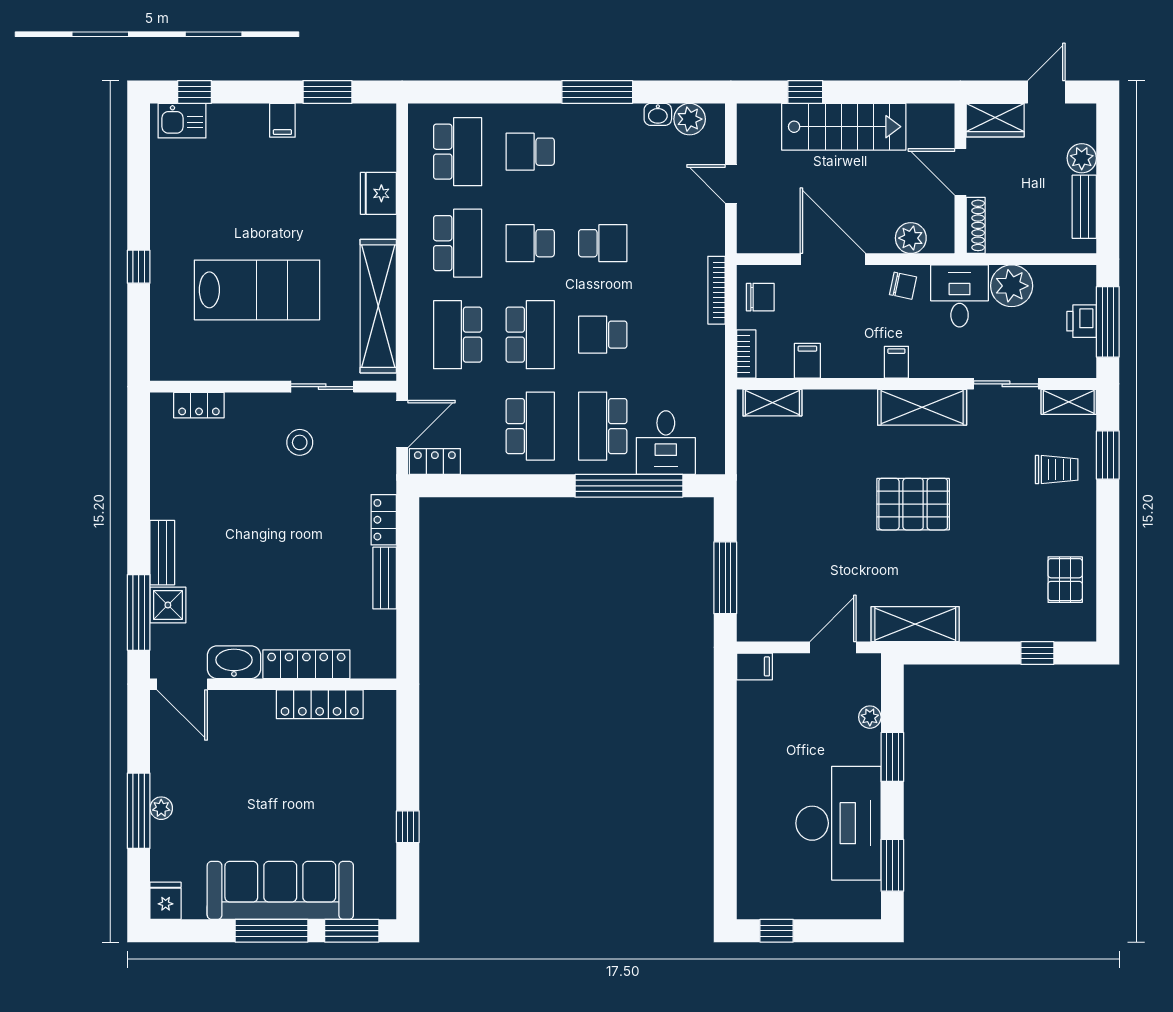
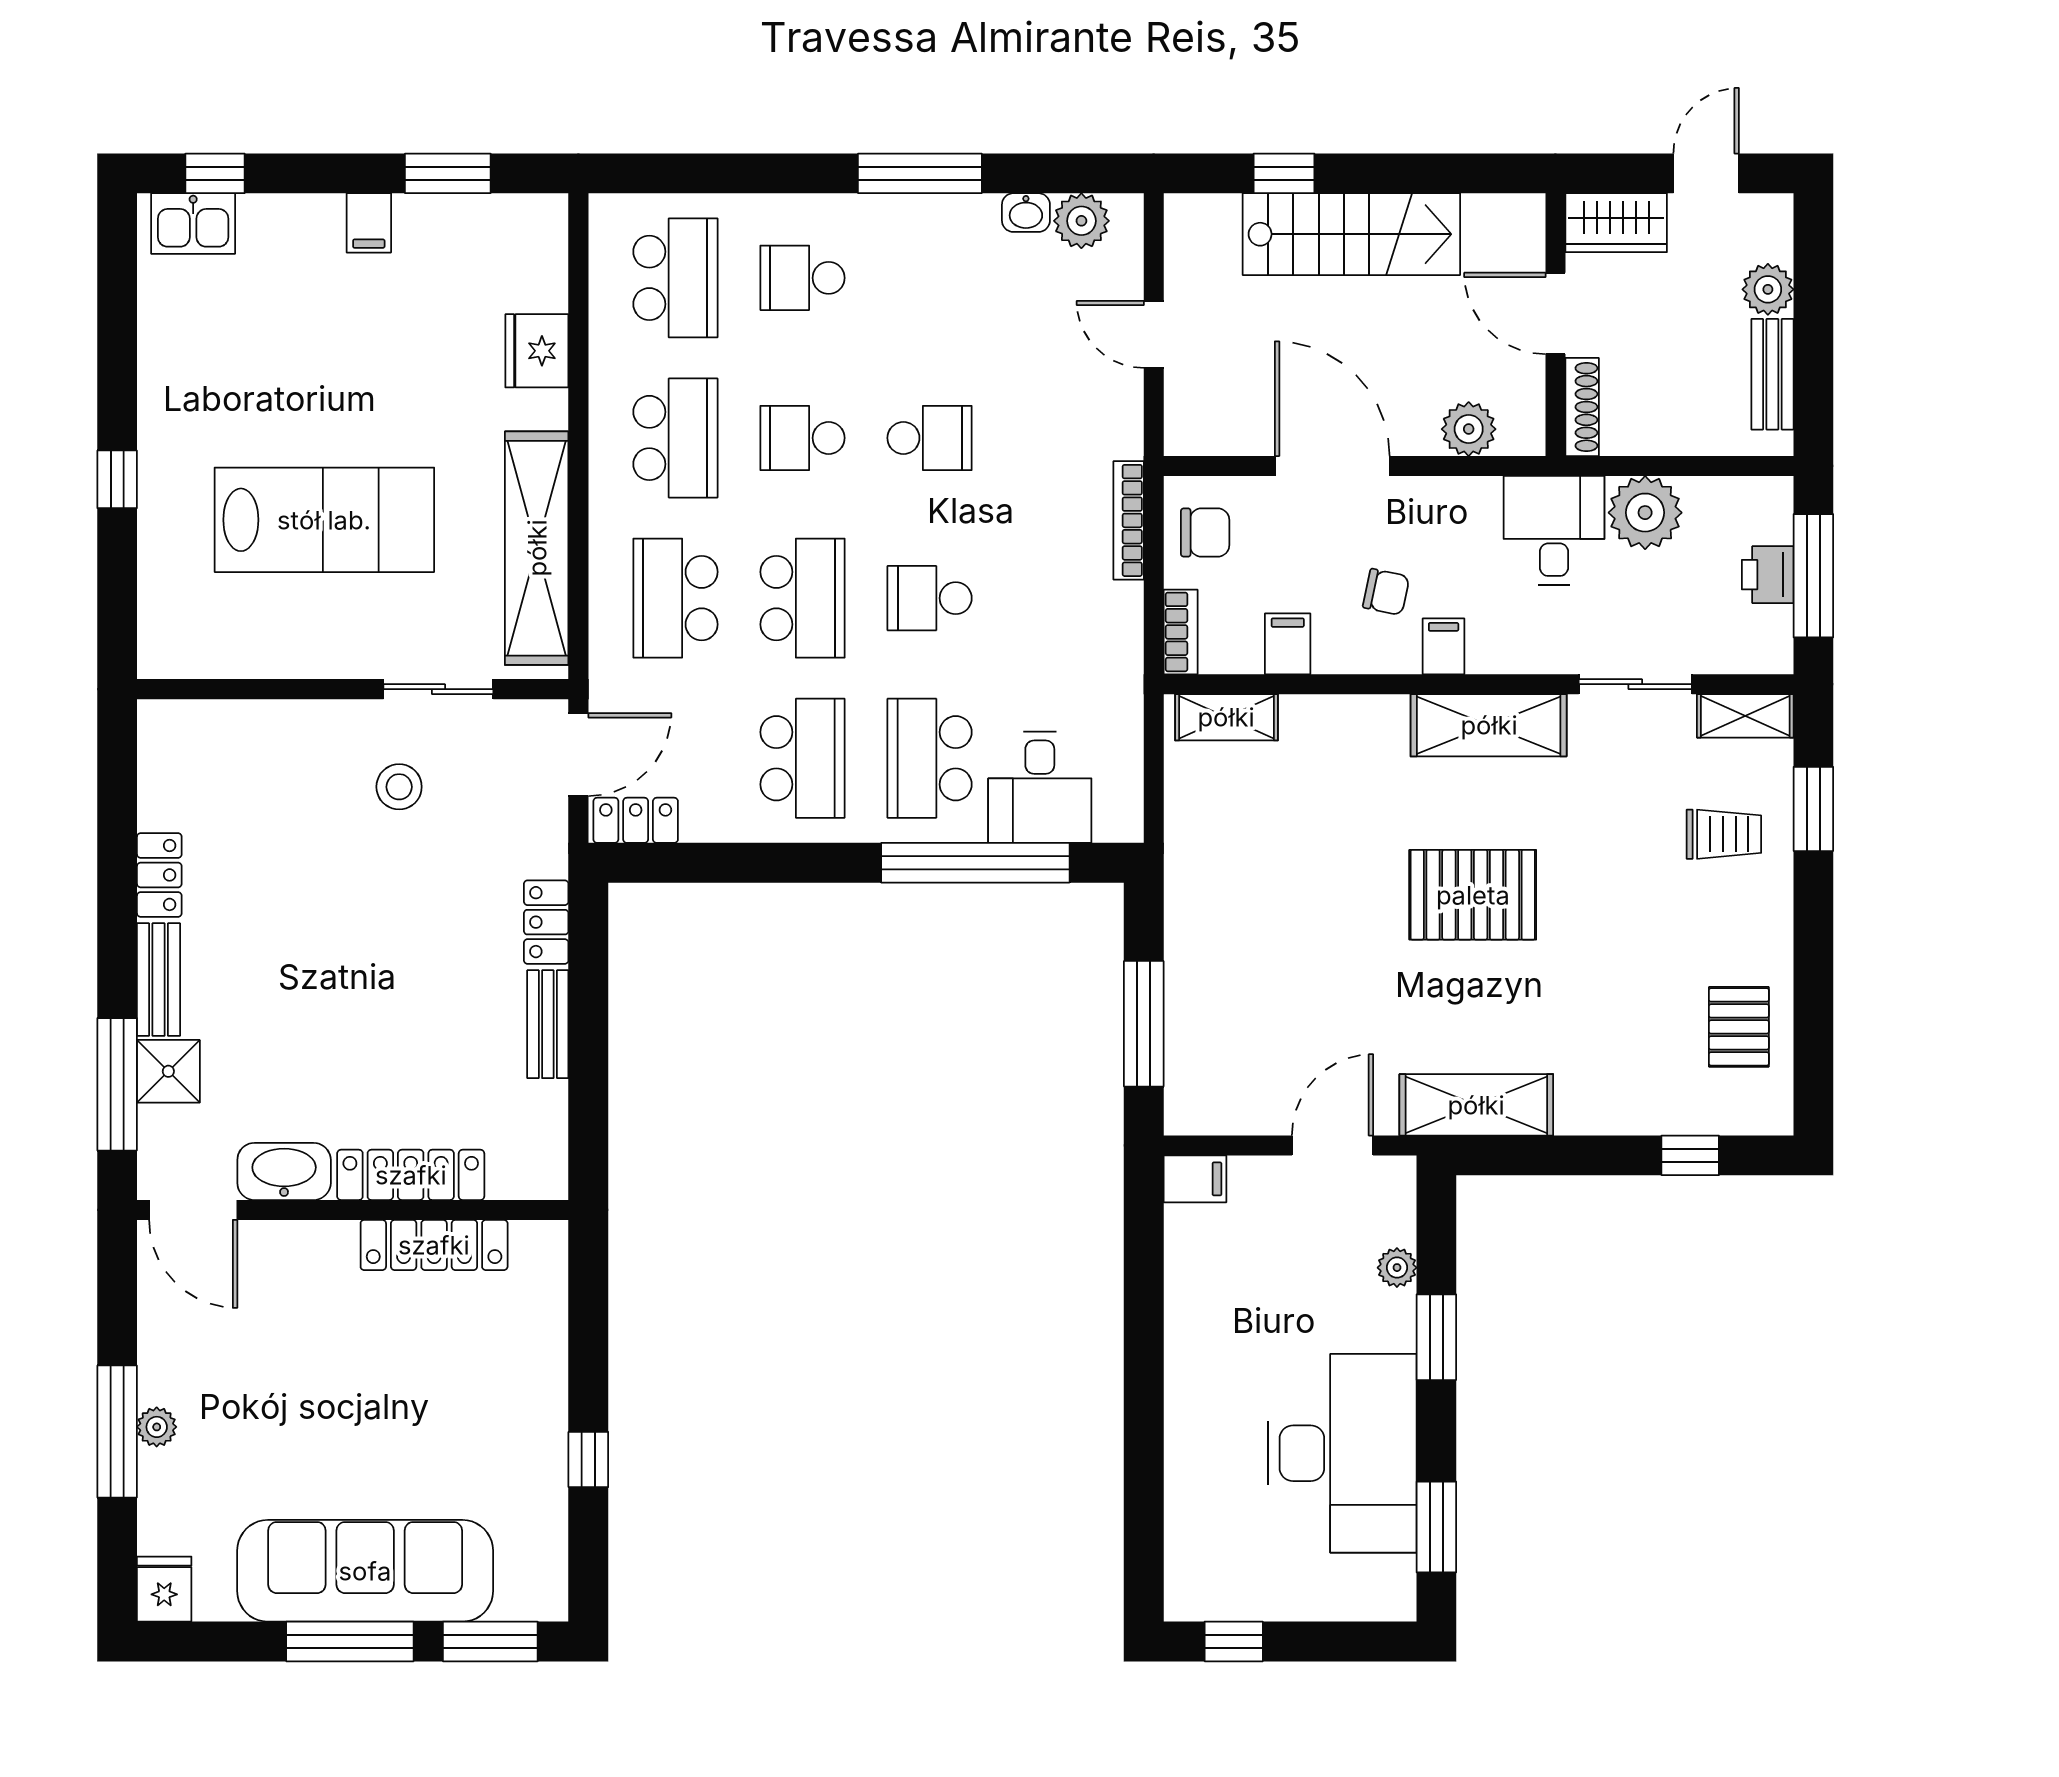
chair: (903, 286) -> (1386, 592), moved
locker: (199, 405) -> (159, 875), moved, turned -90

